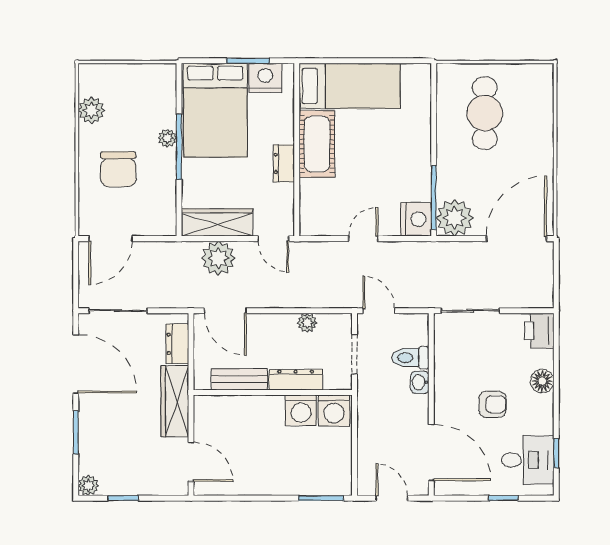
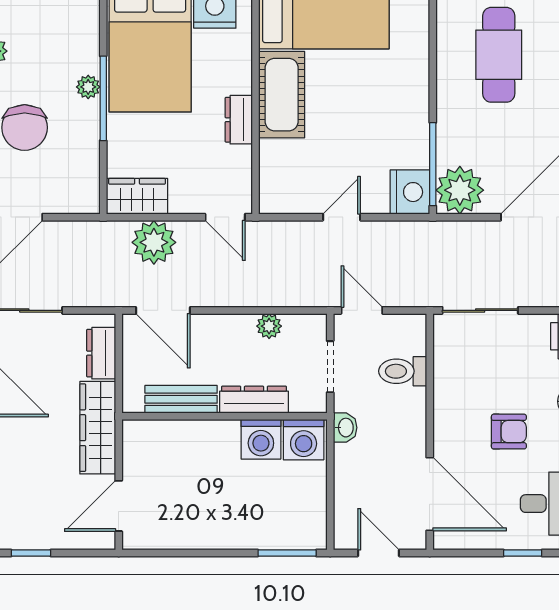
wardrobe: (217, 222) -> (137, 196), width x0.67
washbasin: (420, 382) -> (345, 428), moved, turned 180
door: (191, 462) -> (119, 506), swing flipped

